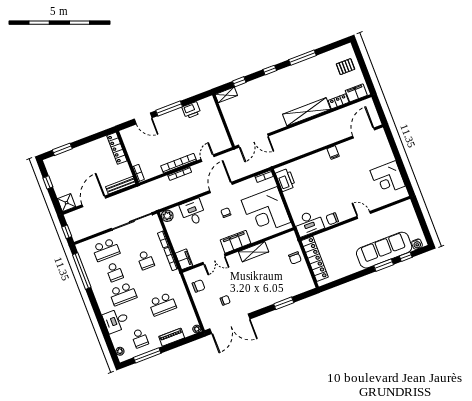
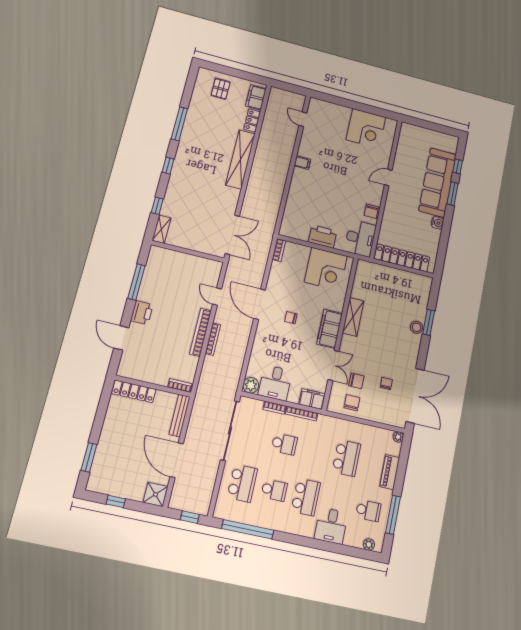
window: (169, 109) -> (136, 282), moved
printer: (191, 110) -> (142, 313), moved
door: (143, 118) -> (121, 338), swing flipped
door: (364, 133) -> (303, 119), width x0.53
printer: (286, 180) -> (323, 237), moved
corner desk: (266, 211) -> (326, 269), width x0.74, depth x0.74
desk: (193, 212) -> (275, 383), moved, turned -90
water cooler: (417, 244) -> (438, 223), moved
chair: (295, 258) -> (356, 381), moved
stool: (275, 297) -> (417, 327), added

